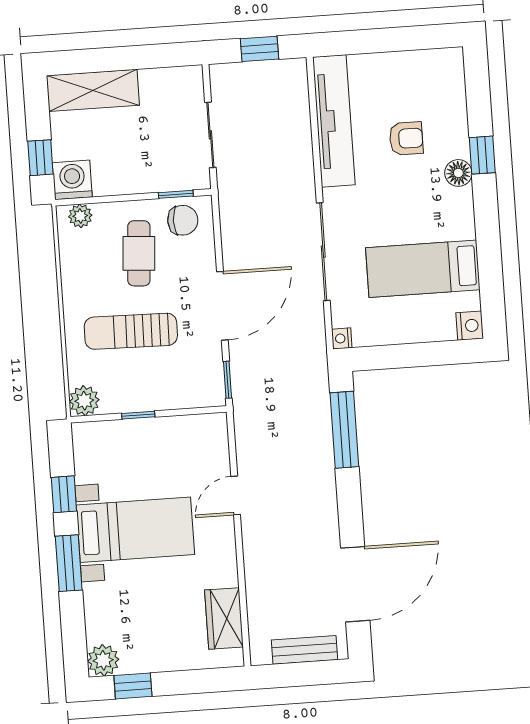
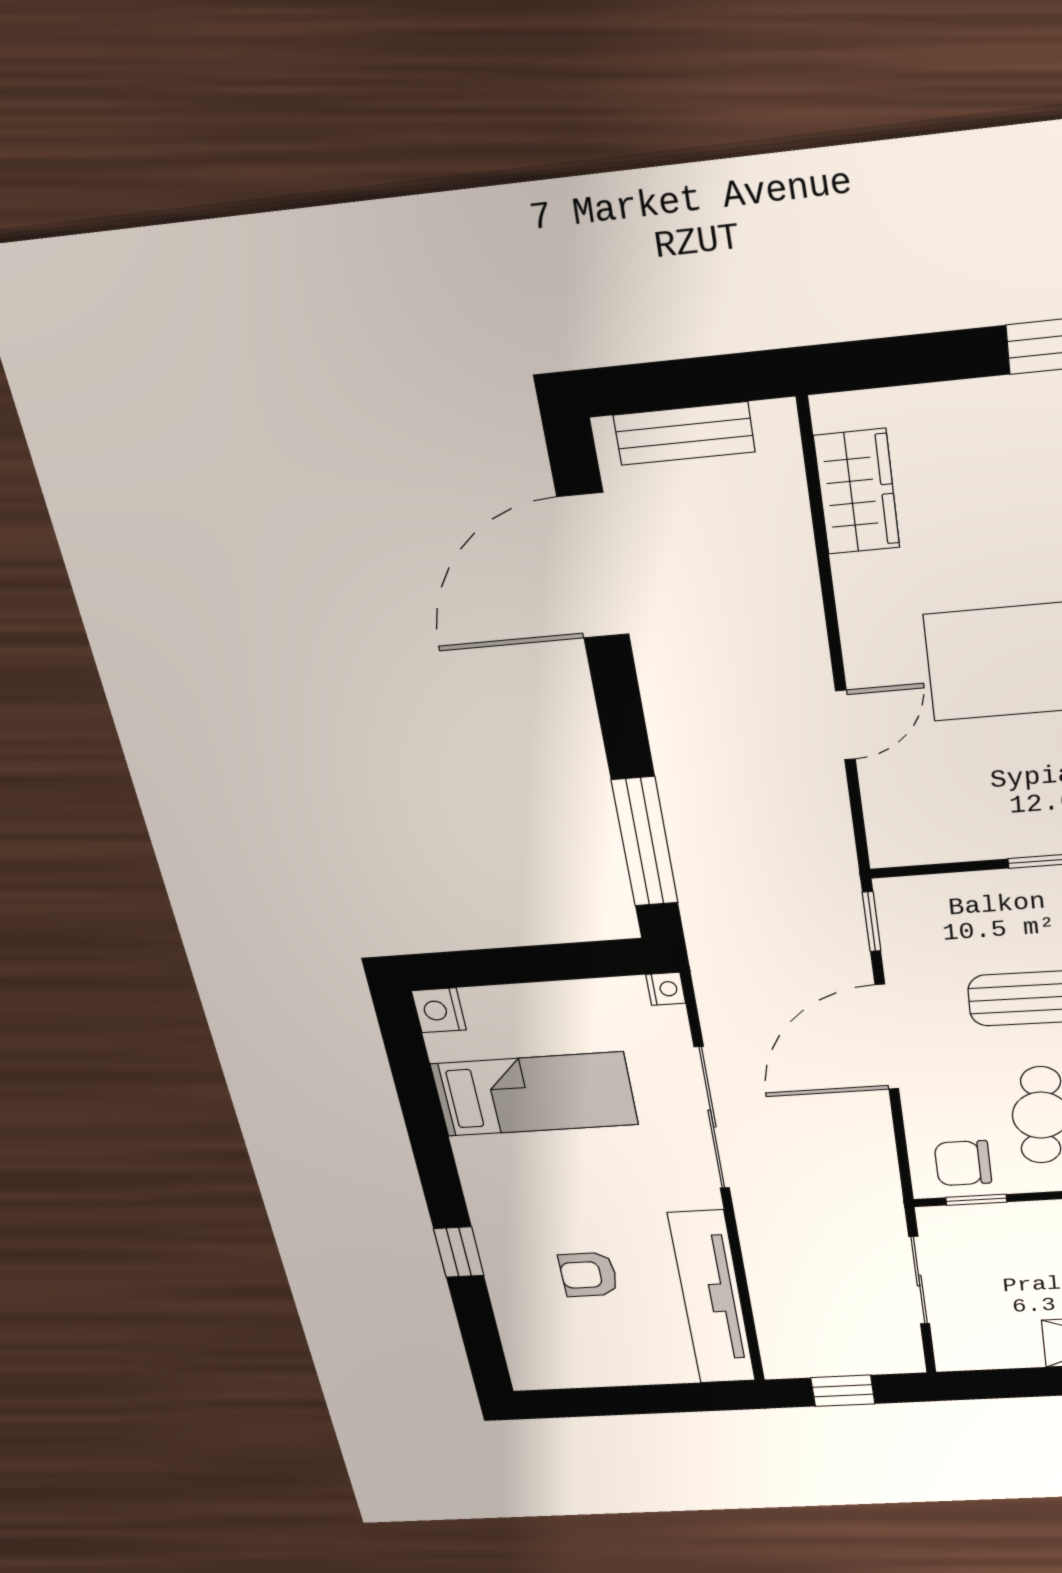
floor lamp: (458, 173) -> (495, 1228), removed

